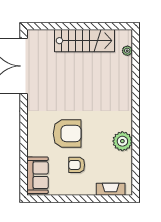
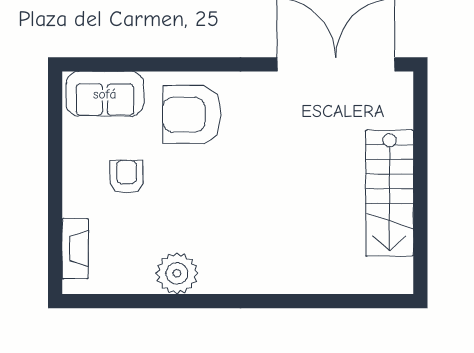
plant: (127, 51) -> (368, 284), removed
armchair: (67, 134) -> (192, 115), moved, turned 90

